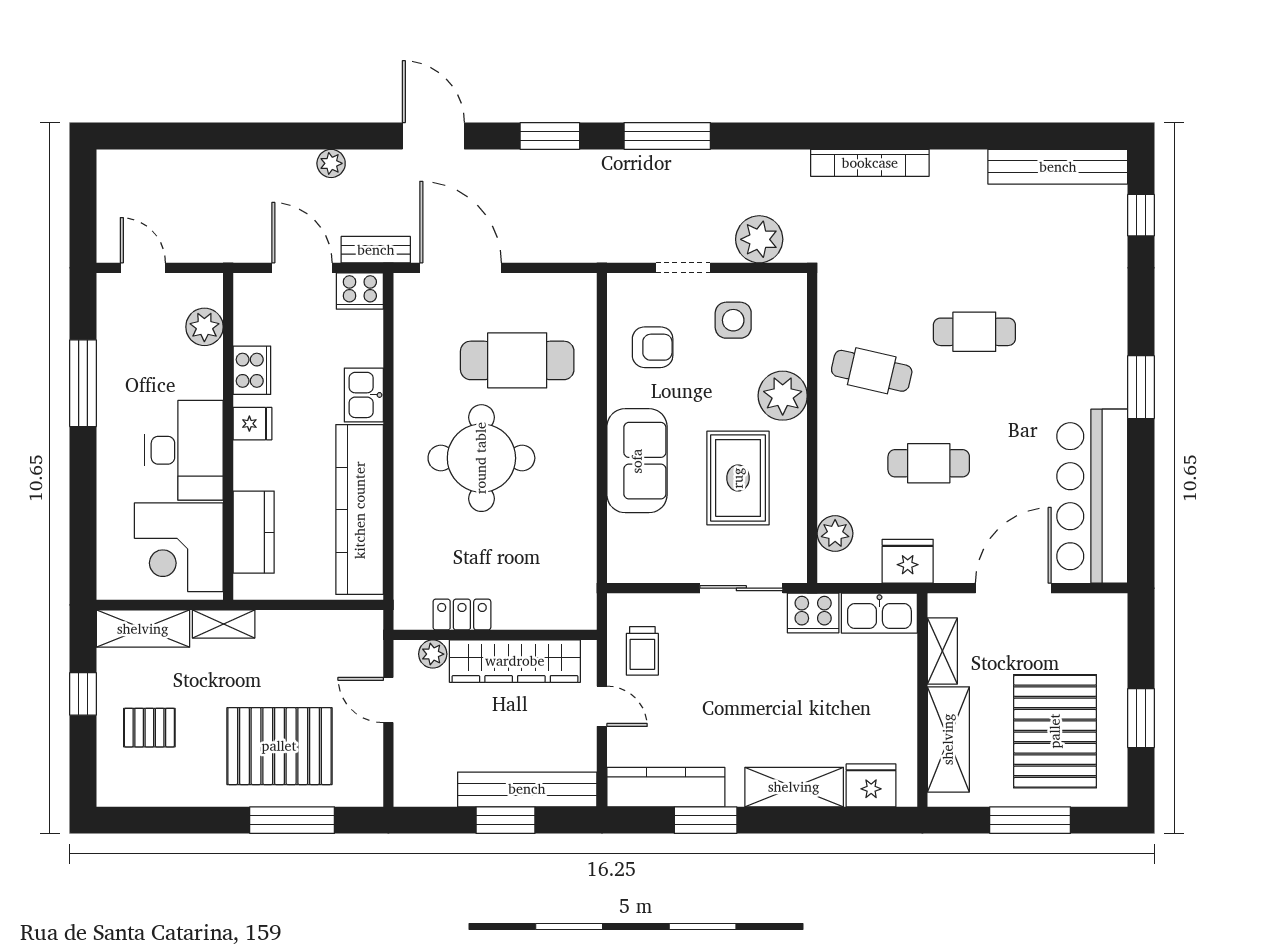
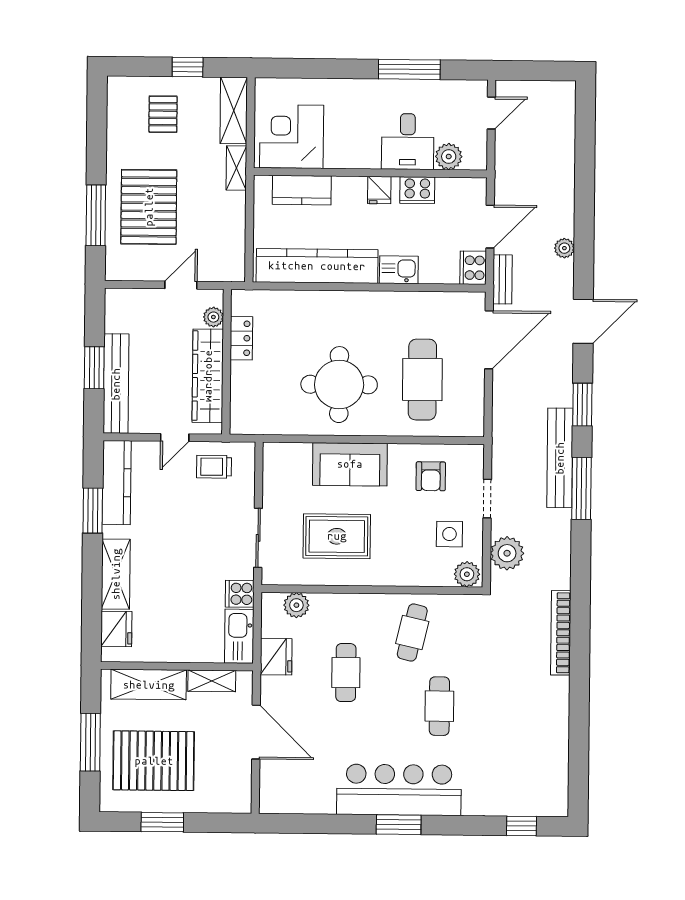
bench: (1058, 167) -> (560, 458), moved
plant: (783, 396) -> (467, 574), moved, width x0.73, depth x0.73
desk: (184, 450) -> (408, 142), moved, width x0.73
round table: (481, 458) -> (339, 385), moved
bar counter: (1092, 496) -> (399, 790), moved
cooker: (813, 613) -> (240, 594), width x0.73

